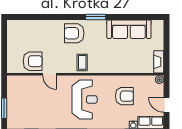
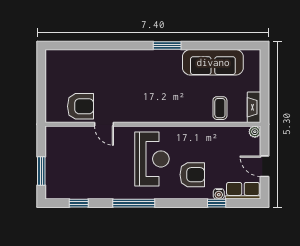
armchair: (74, 33) -> (138, 68), removed
coffee table: (82, 62) -> (220, 108), moved
armchair: (124, 96) -> (192, 175), moved

